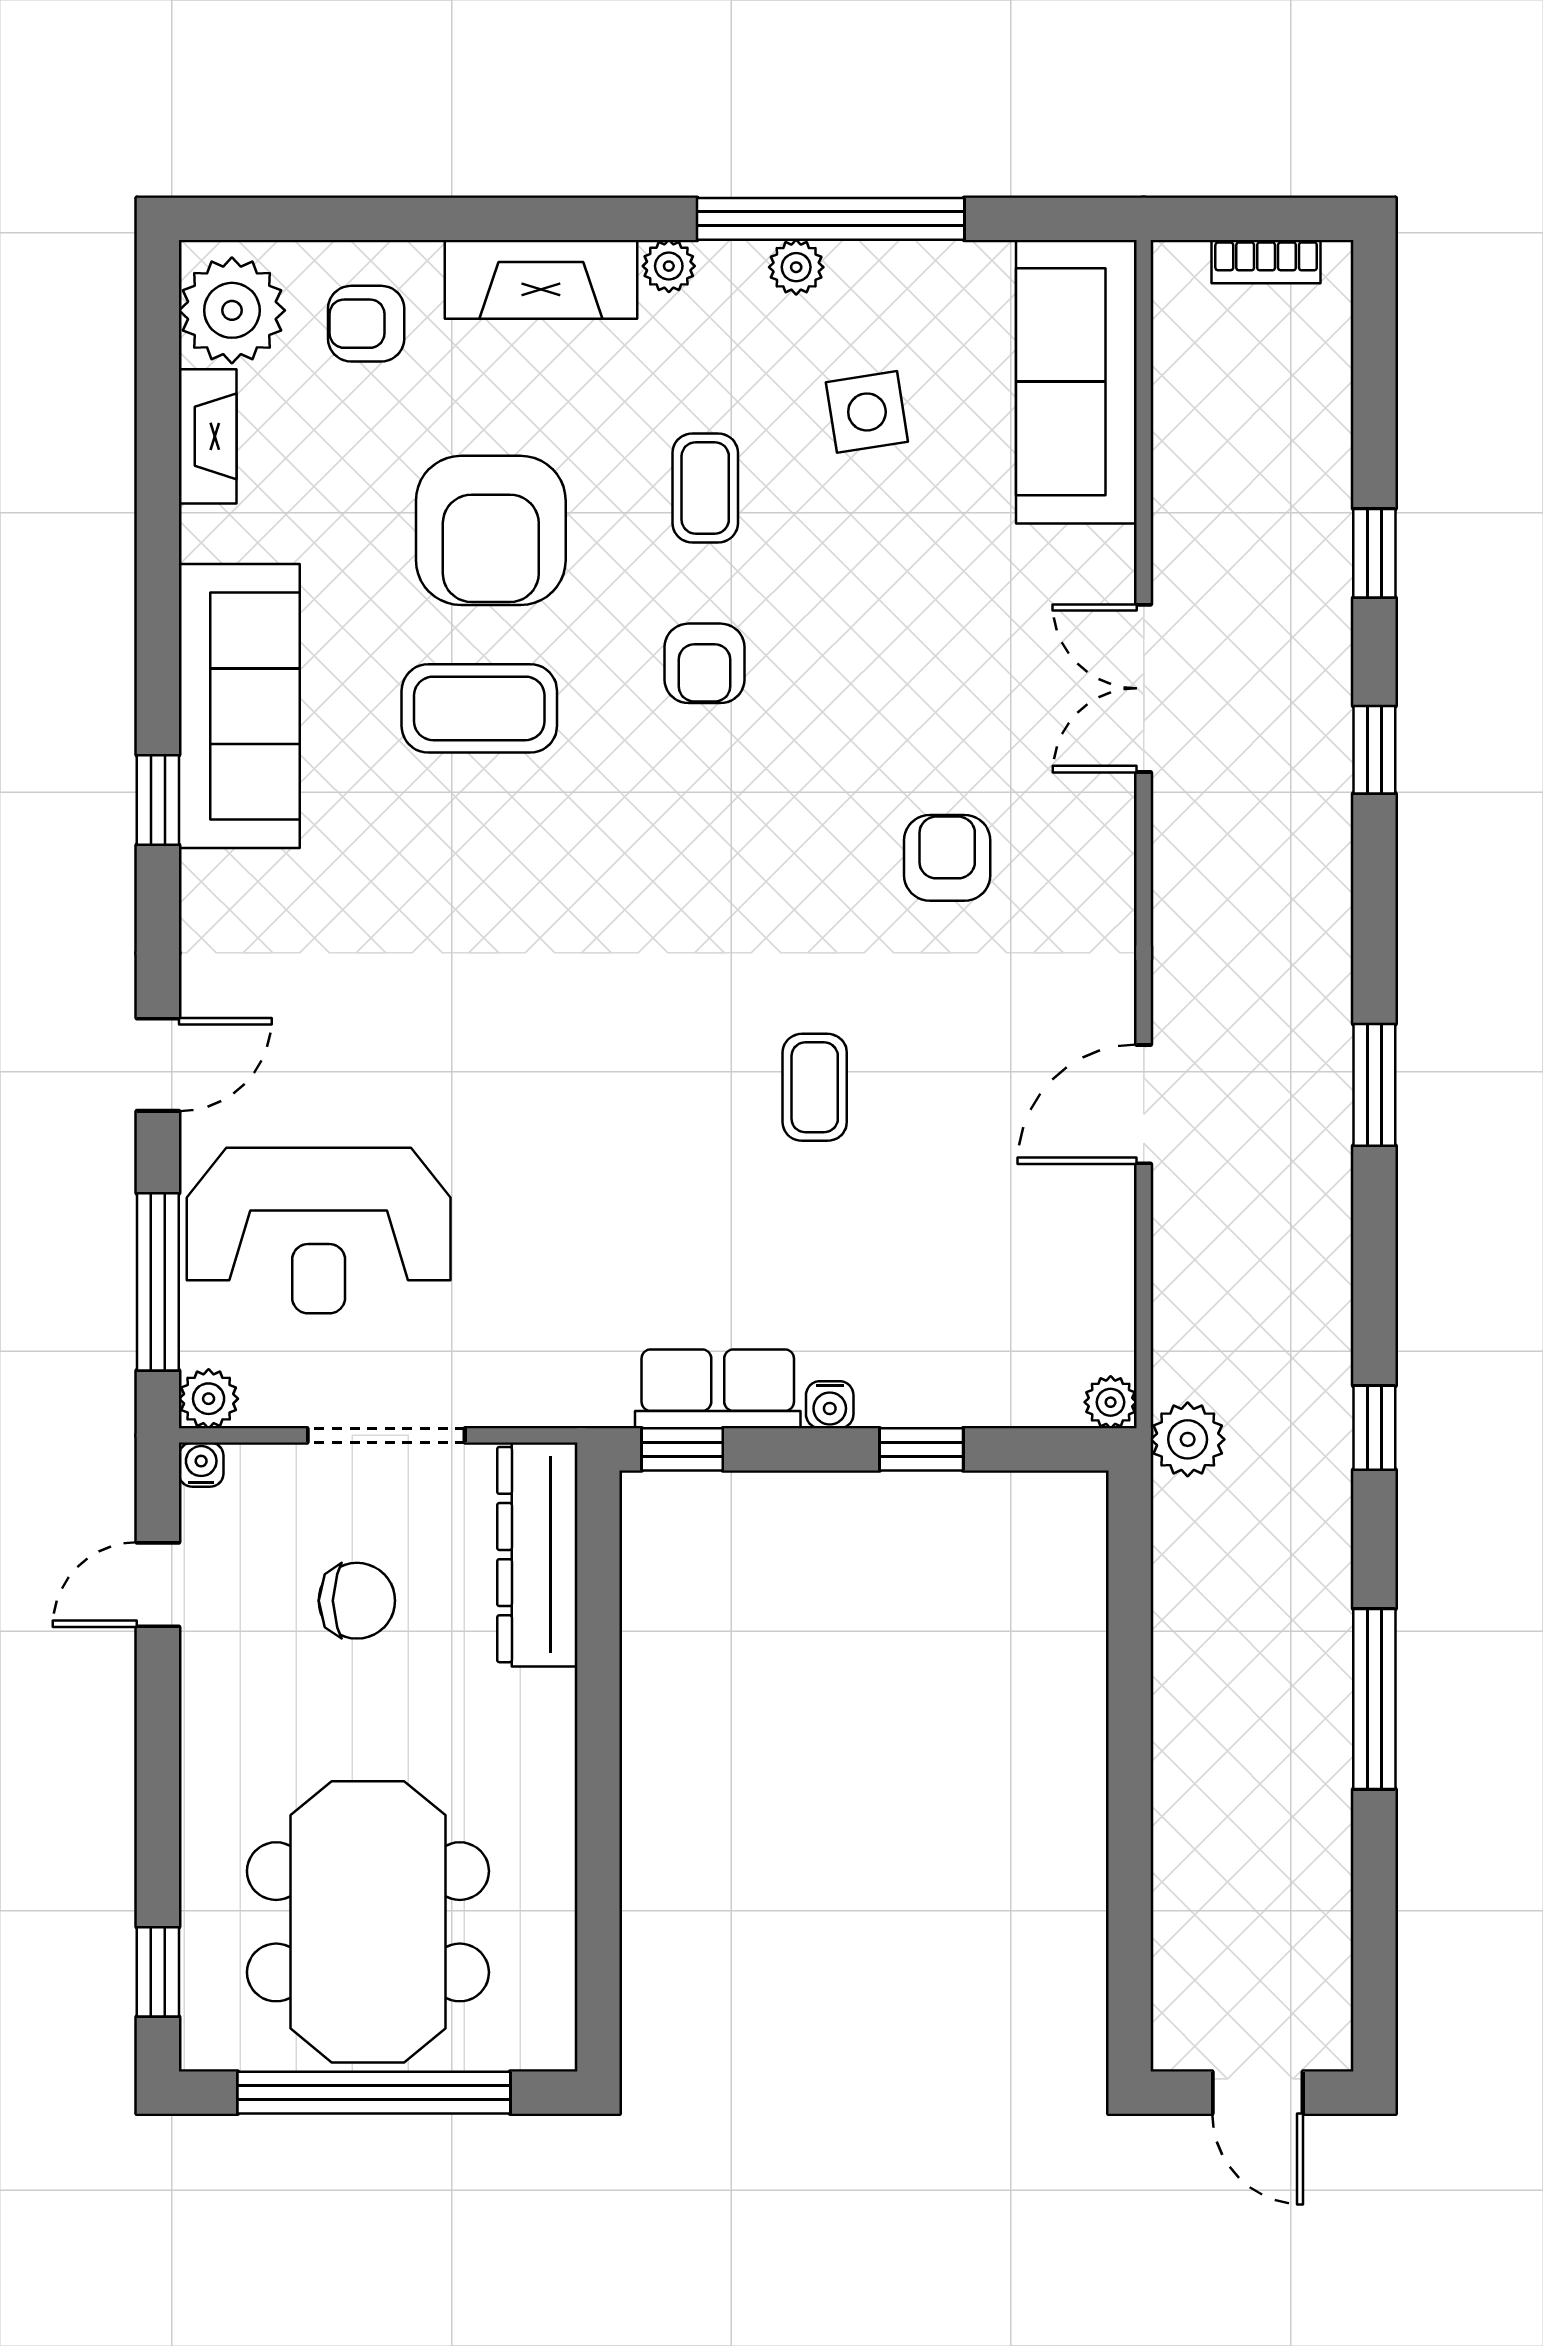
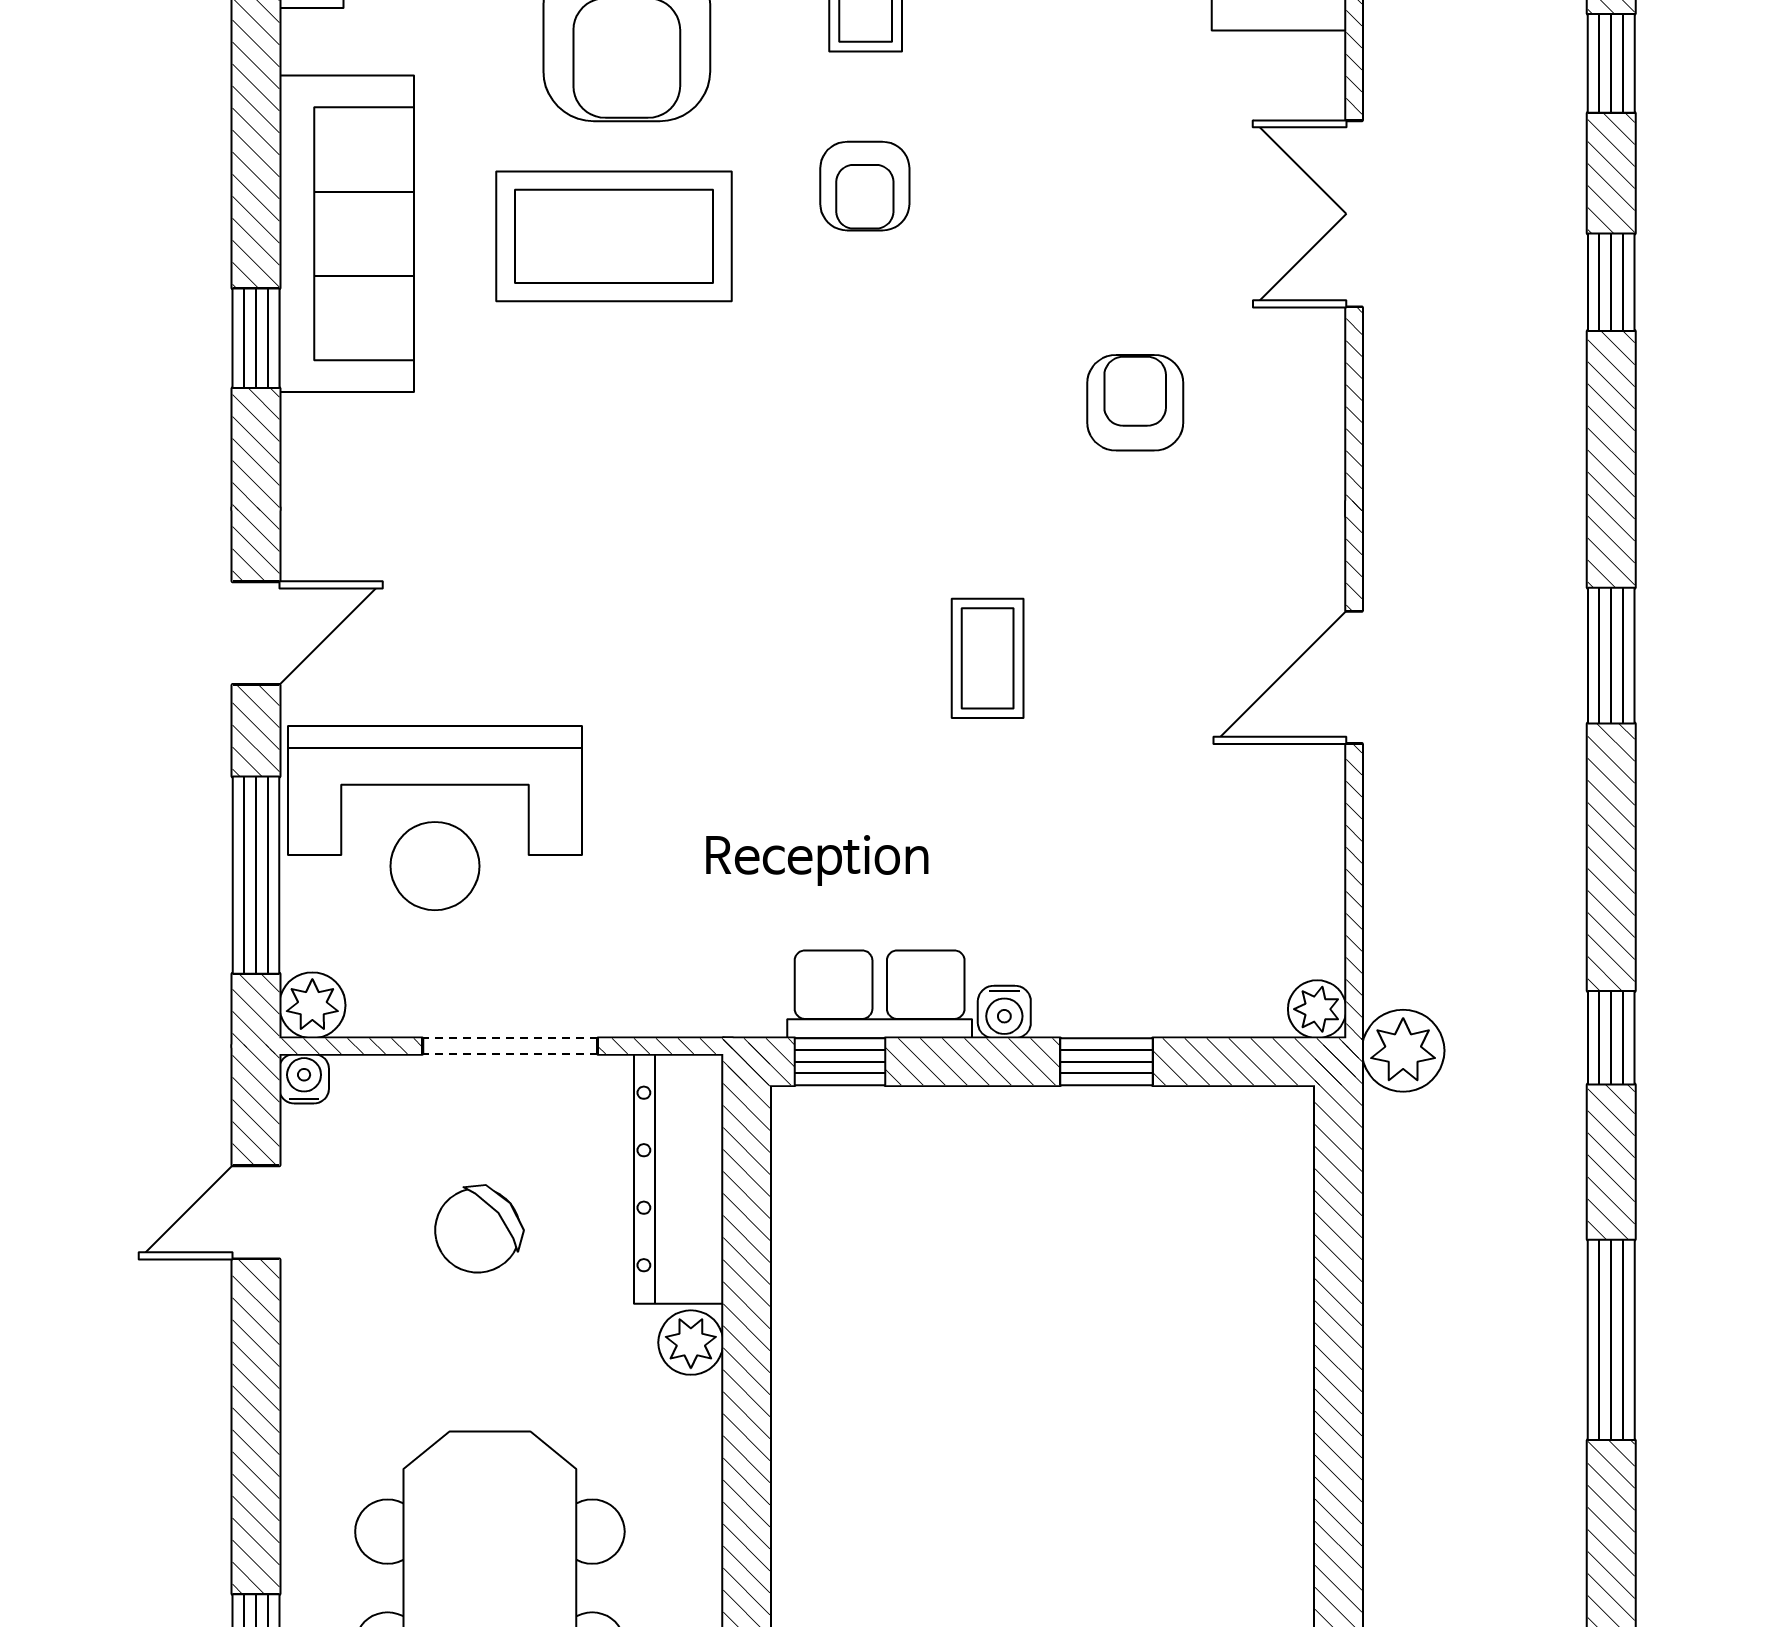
coffee table: (479, 708) -> (614, 236), width x1.36, depth x1.32
chair: (357, 1601) -> (478, 1230), turned 140
plant: (548, 1701) -> (691, 1343), added

